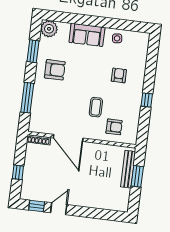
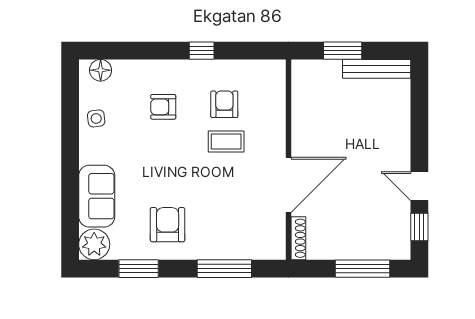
sofa: (87, 35) -> (97, 196), moved
floor lamp: (143, 44) -> (101, 70), added
armchair: (114, 127) -> (224, 104), moved
bench: (128, 169) -> (377, 69), moved
window: (18, 172) -> (362, 269), width x2.17

